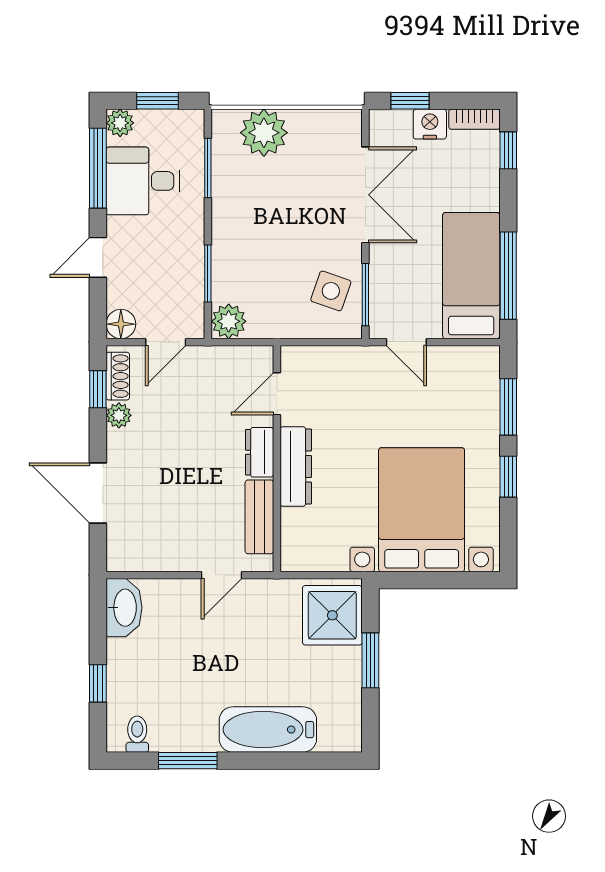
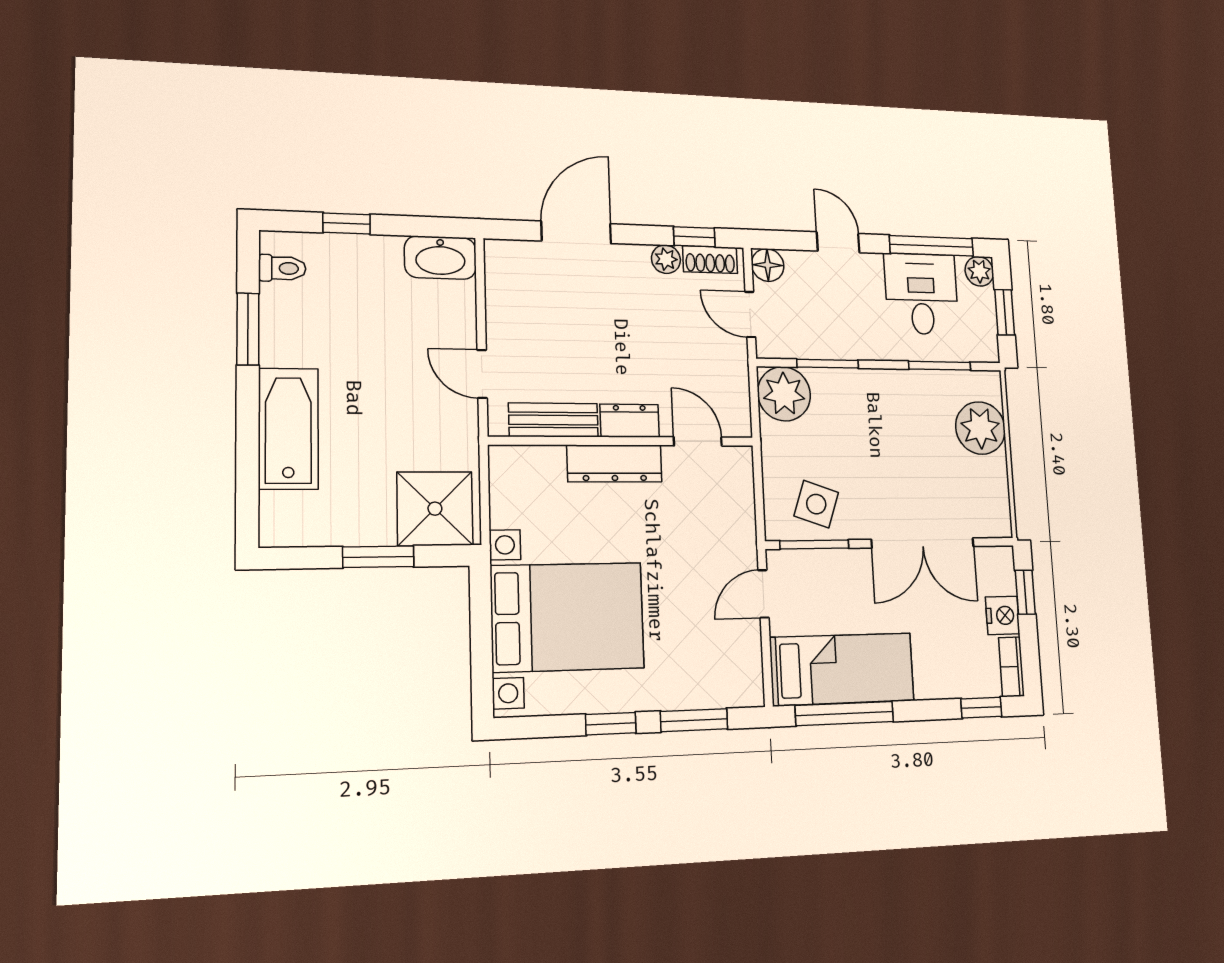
plant: (229, 321) -> (784, 394), width x1.36, depth x1.36

